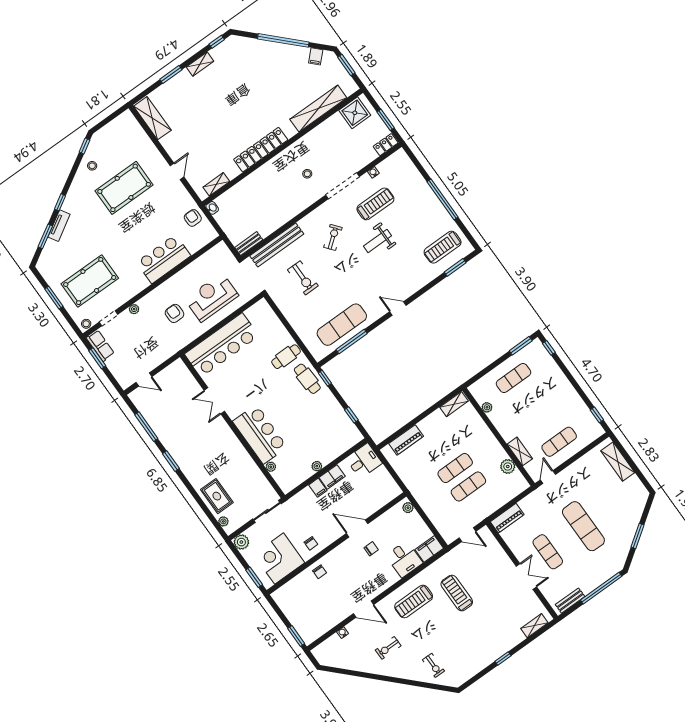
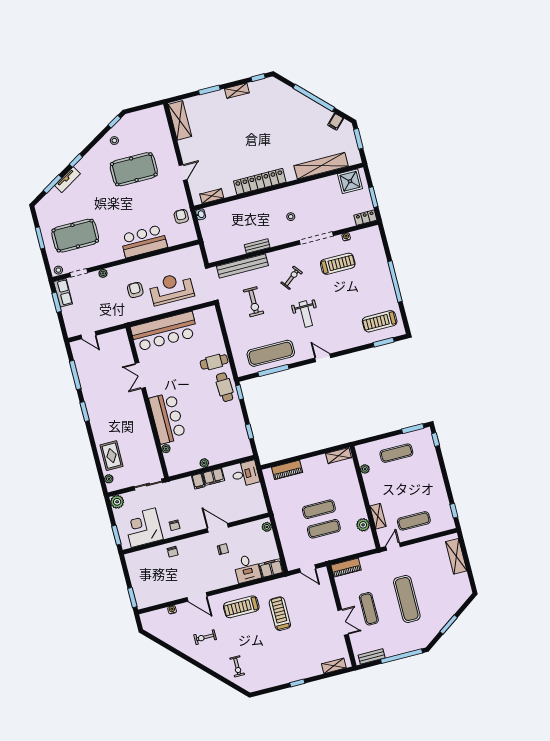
weight bench: (378, 241) -> (306, 314), moved, turned -90
bench: (249, 244) -> (257, 246), moved

